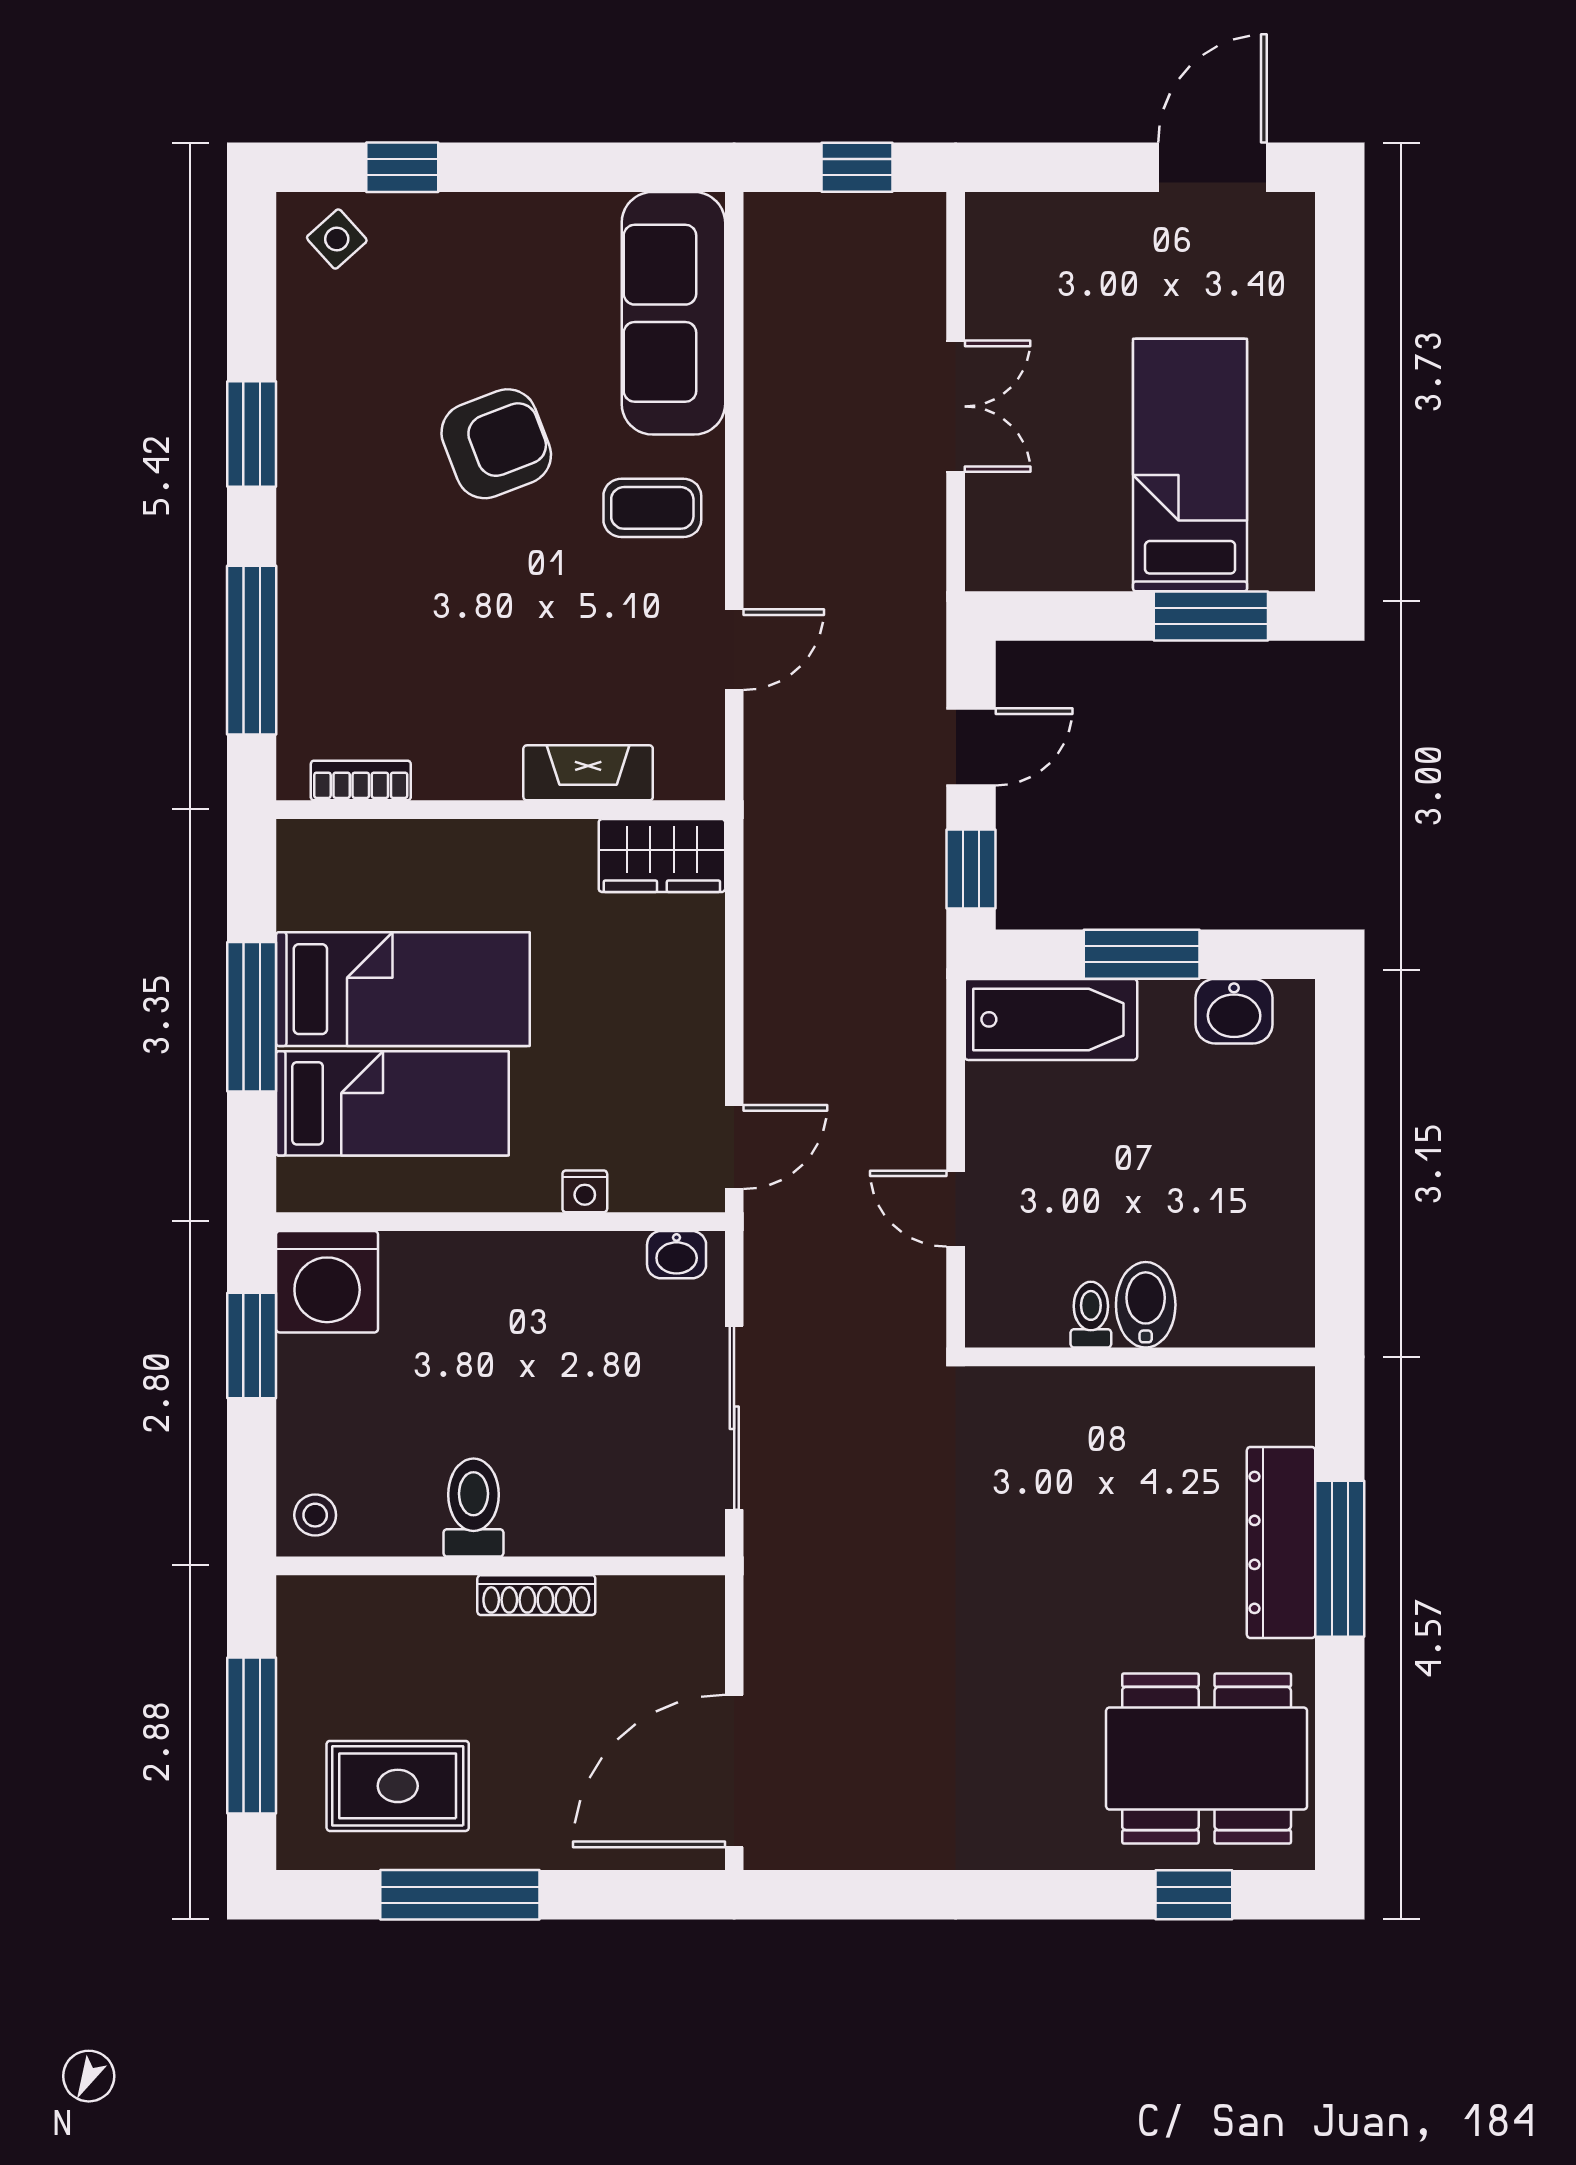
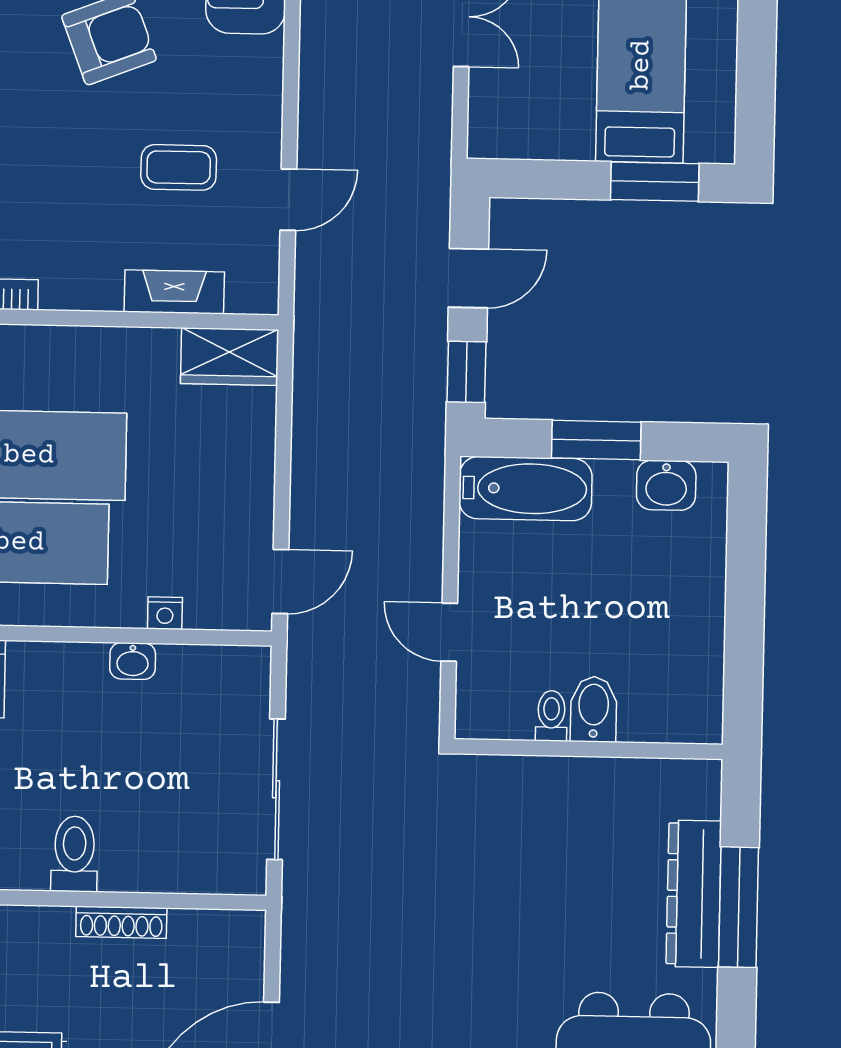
coffee table: (652, 508) -> (179, 167), moved
washbasin: (677, 1255) -> (133, 661), moved

